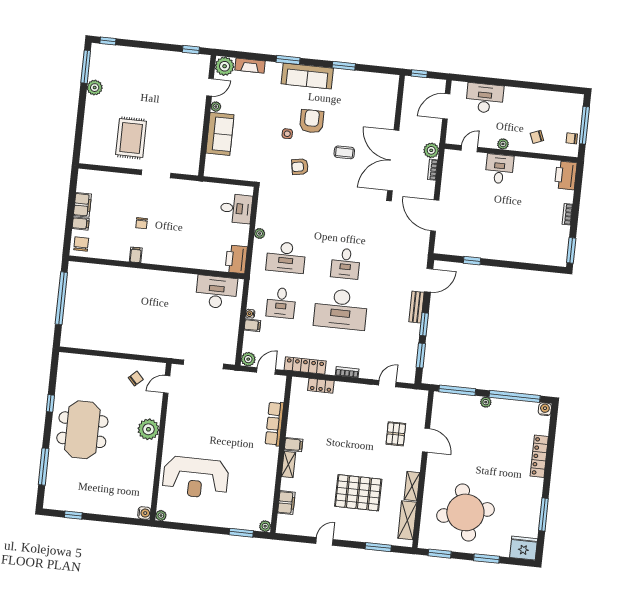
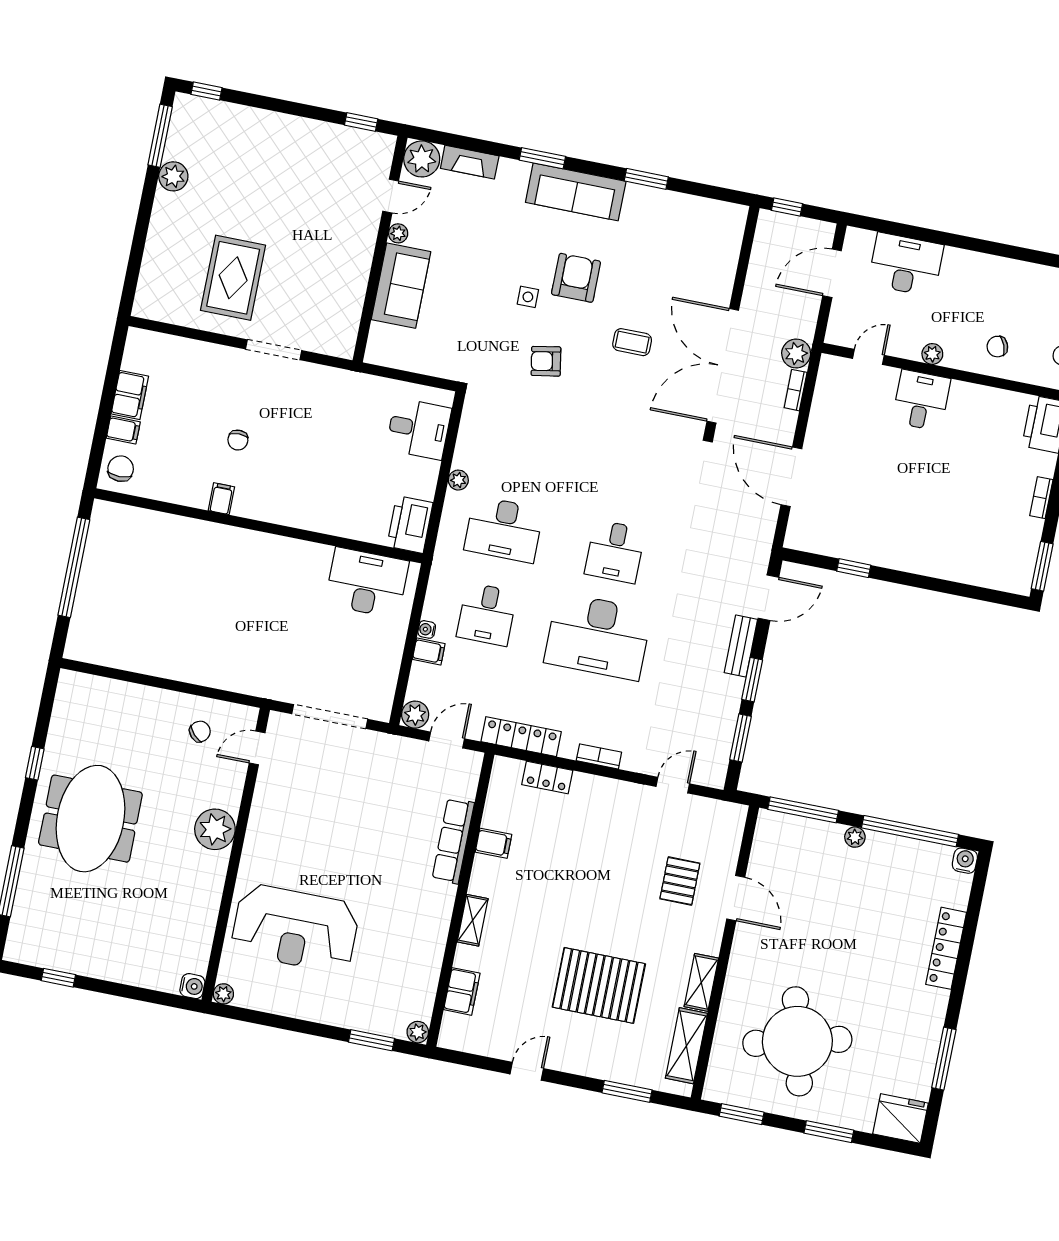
filing cabinet: (294, 445) -> (493, 843), moved

